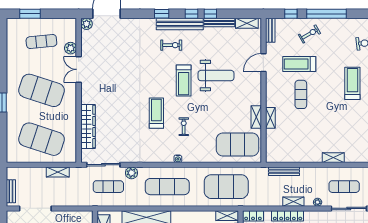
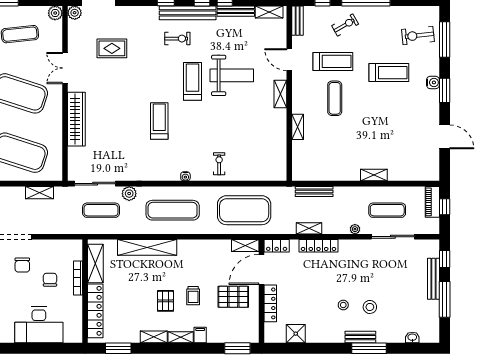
plant: (71, 48) -> (55, 13), moved
rug: (117, 53) -> (112, 48), added
door: (263, 63) -> (289, 60), hinge flipped
treadmill: (299, 64) -> (333, 61), turned 180
treadmill: (184, 80) -> (192, 81), turned 180
treadmill: (352, 83) -> (389, 73), moved, turned 90
shelving: (256, 117) -> (280, 94), moved
wardrobe: (88, 126) -> (76, 119), moved
exercise bike: (184, 127) -> (219, 164), moved
exercise mat: (237, 145) -> (258, 159), removed
shelving: (293, 202) -> (309, 228), moved

